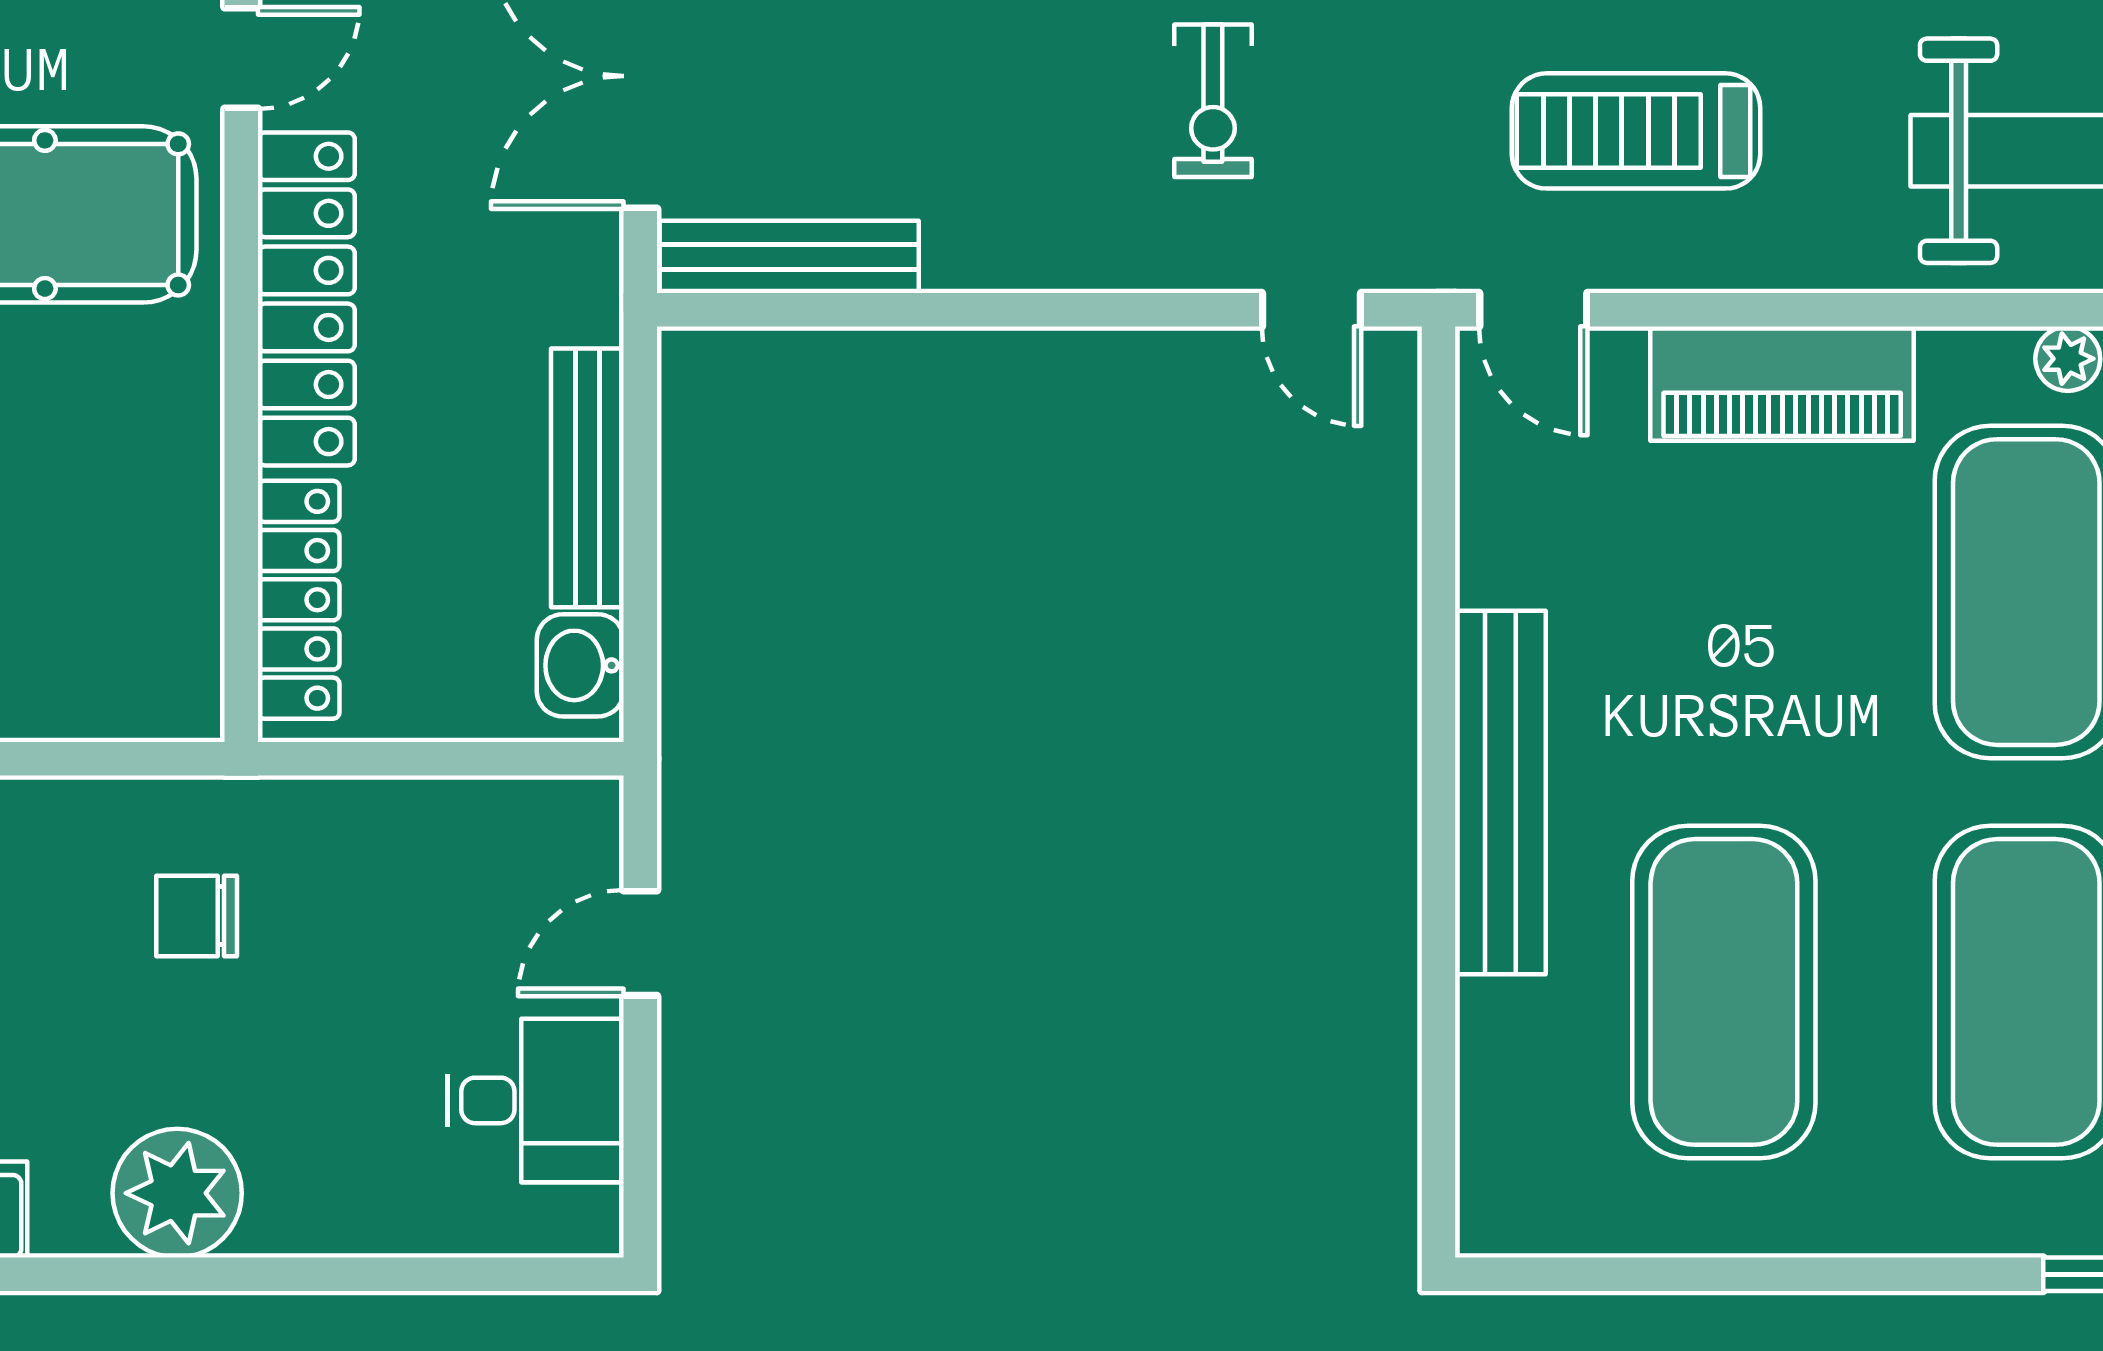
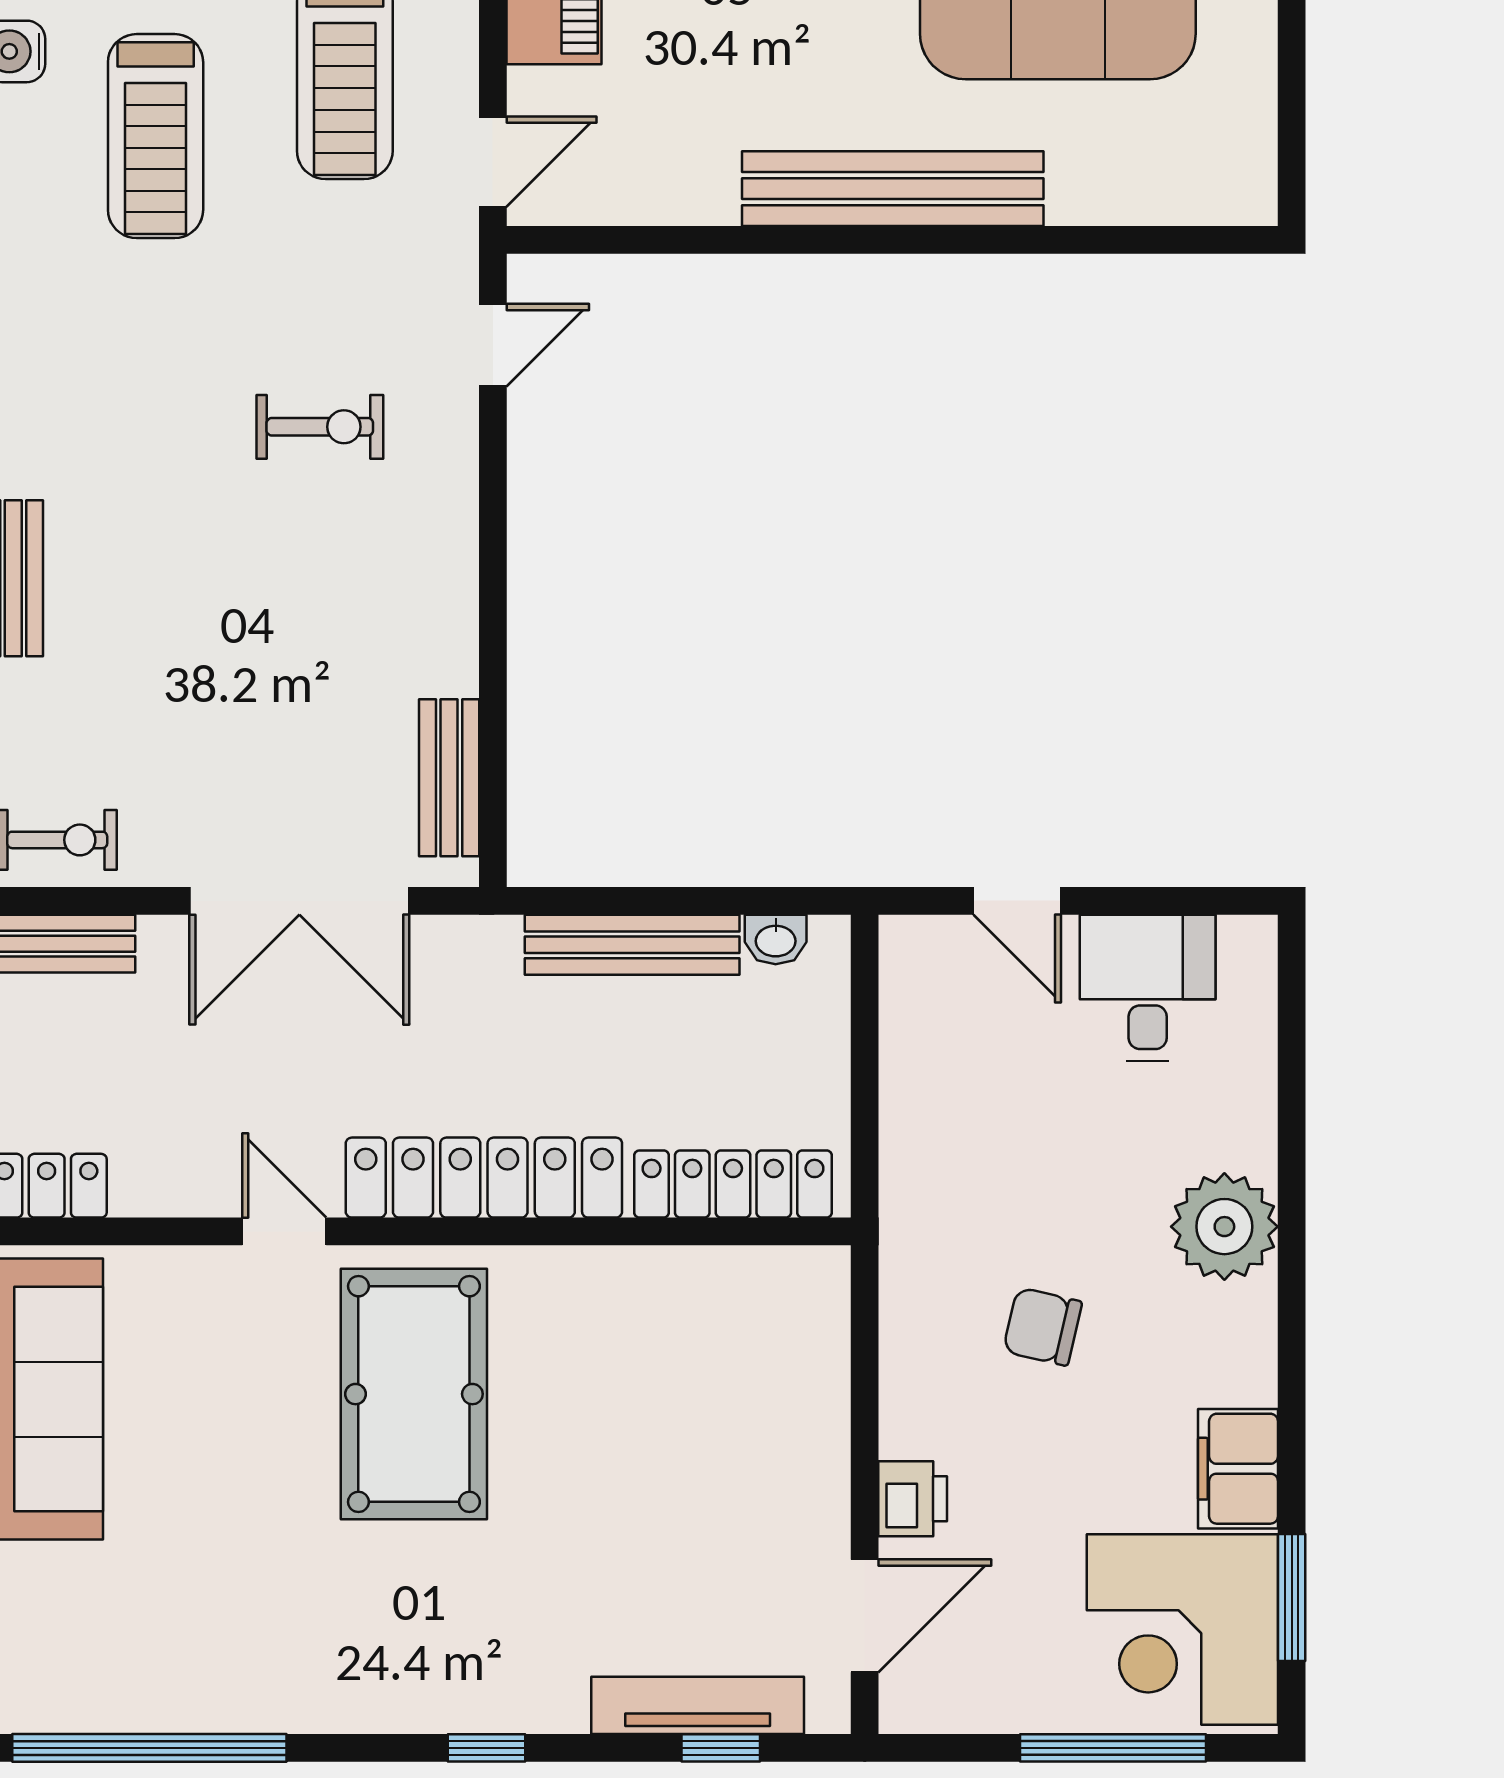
bench: (789, 257) -> (449, 778), width x0.73
washbasin: (580, 665) -> (776, 940), width x0.72, depth x0.69
chair: (197, 916) -> (1042, 1327), moved, turned 103
plant: (177, 1193) -> (1224, 1227), moved

